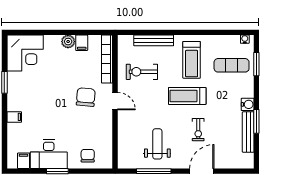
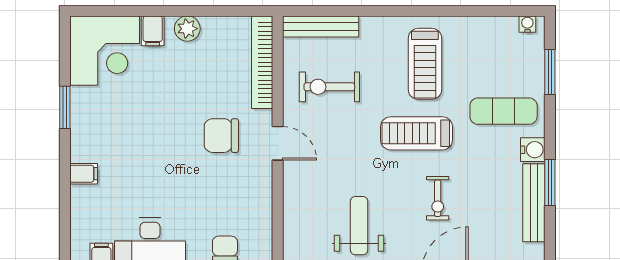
bench: (154, 40) -> (321, 26), moved
filing cabinet: (82, 43) -> (153, 31), moved
exercise mat: (232, 65) -> (504, 111), moved
chair: (86, 97) -> (221, 136), turned -95

